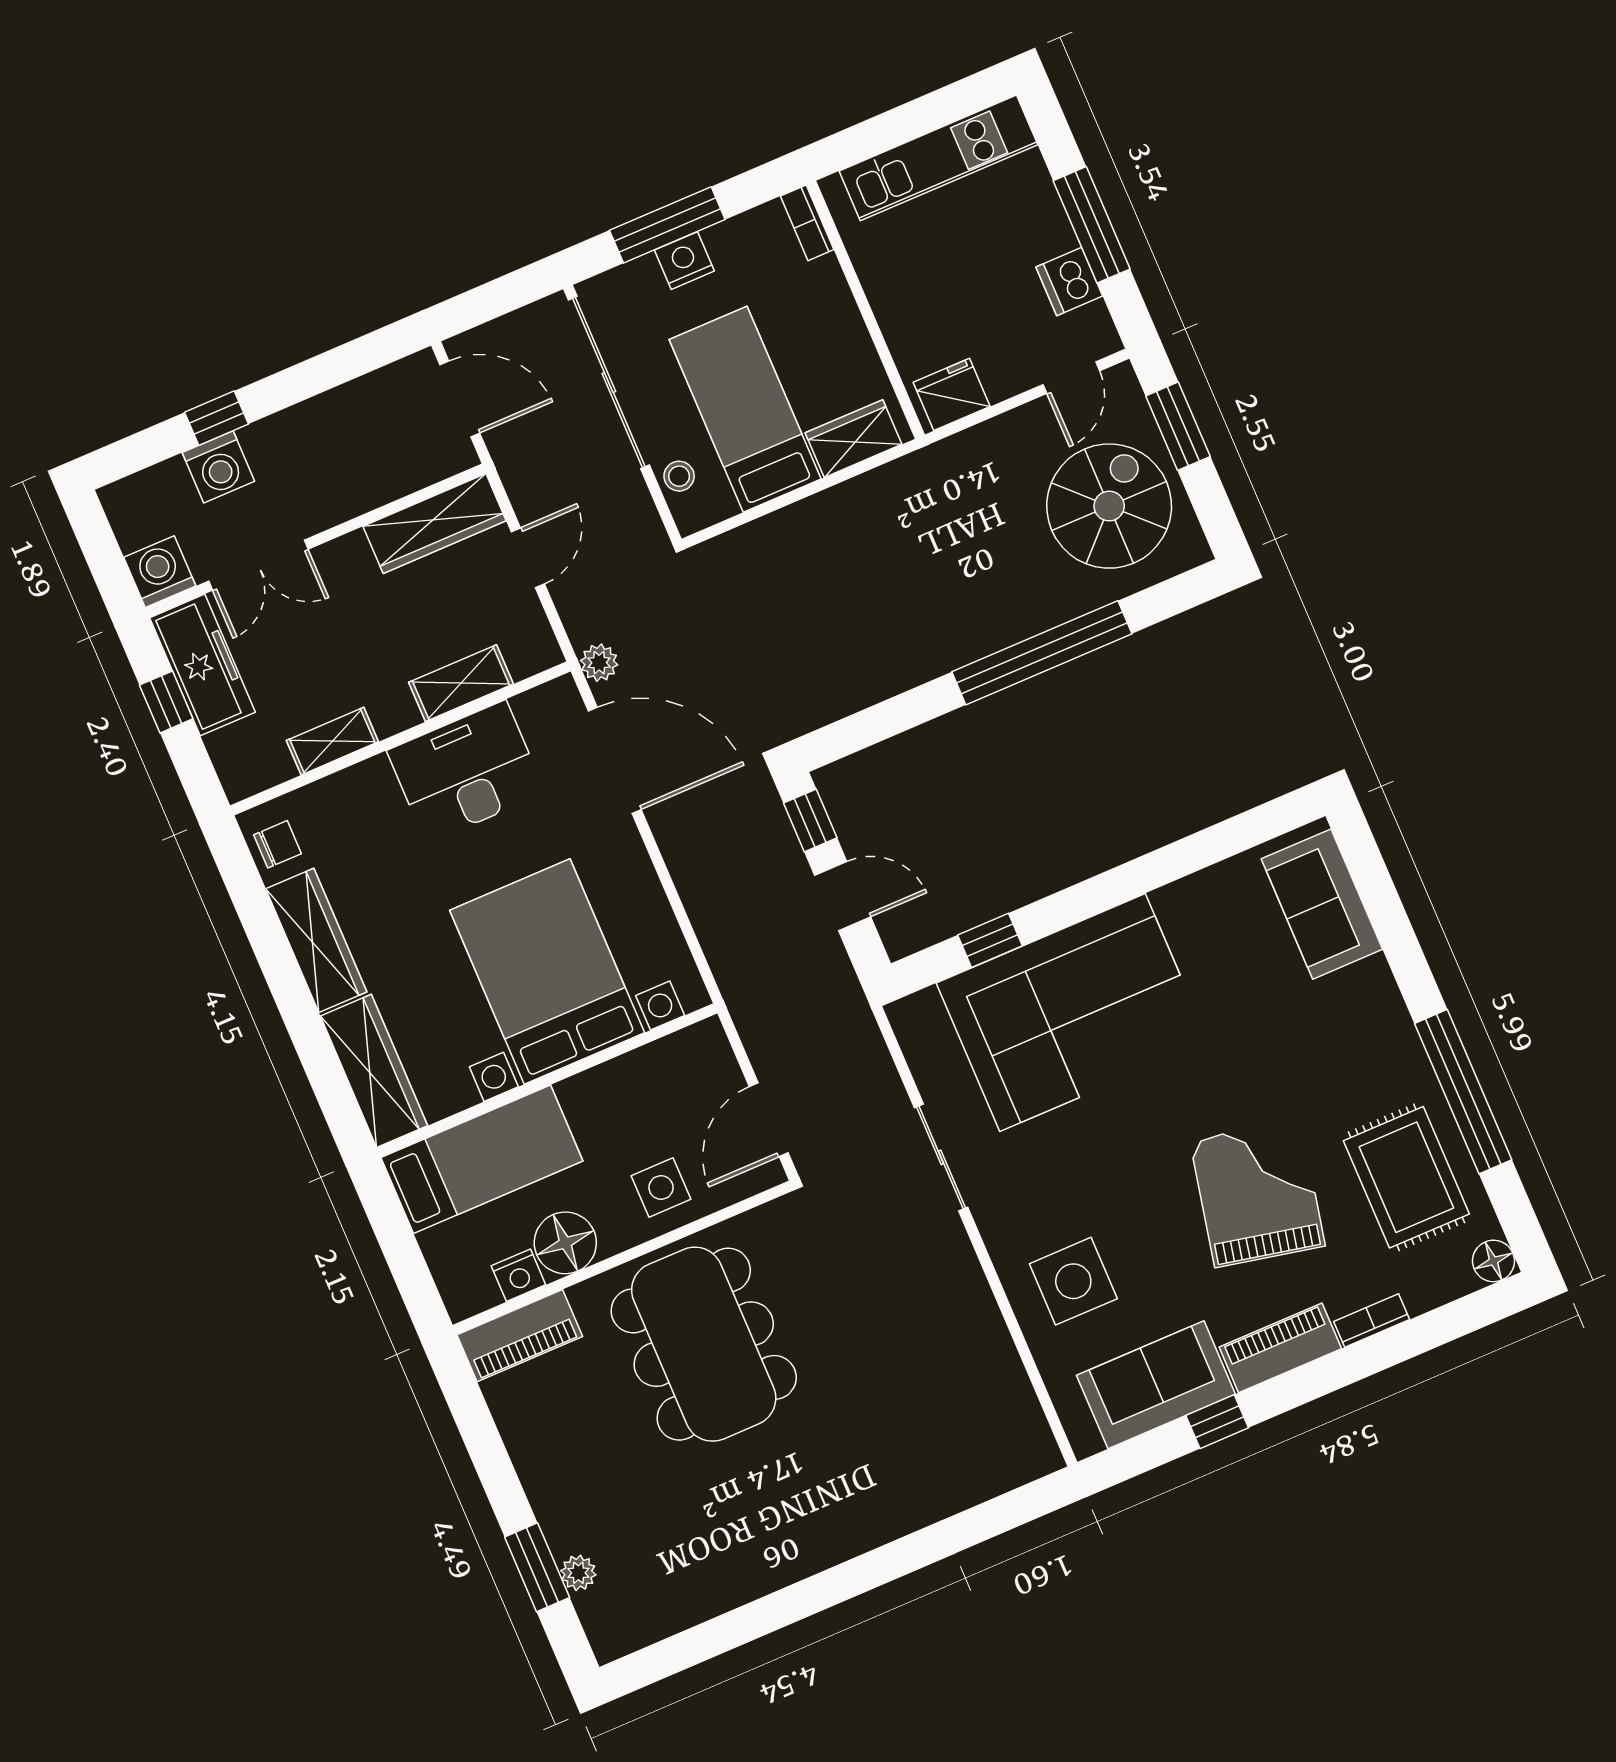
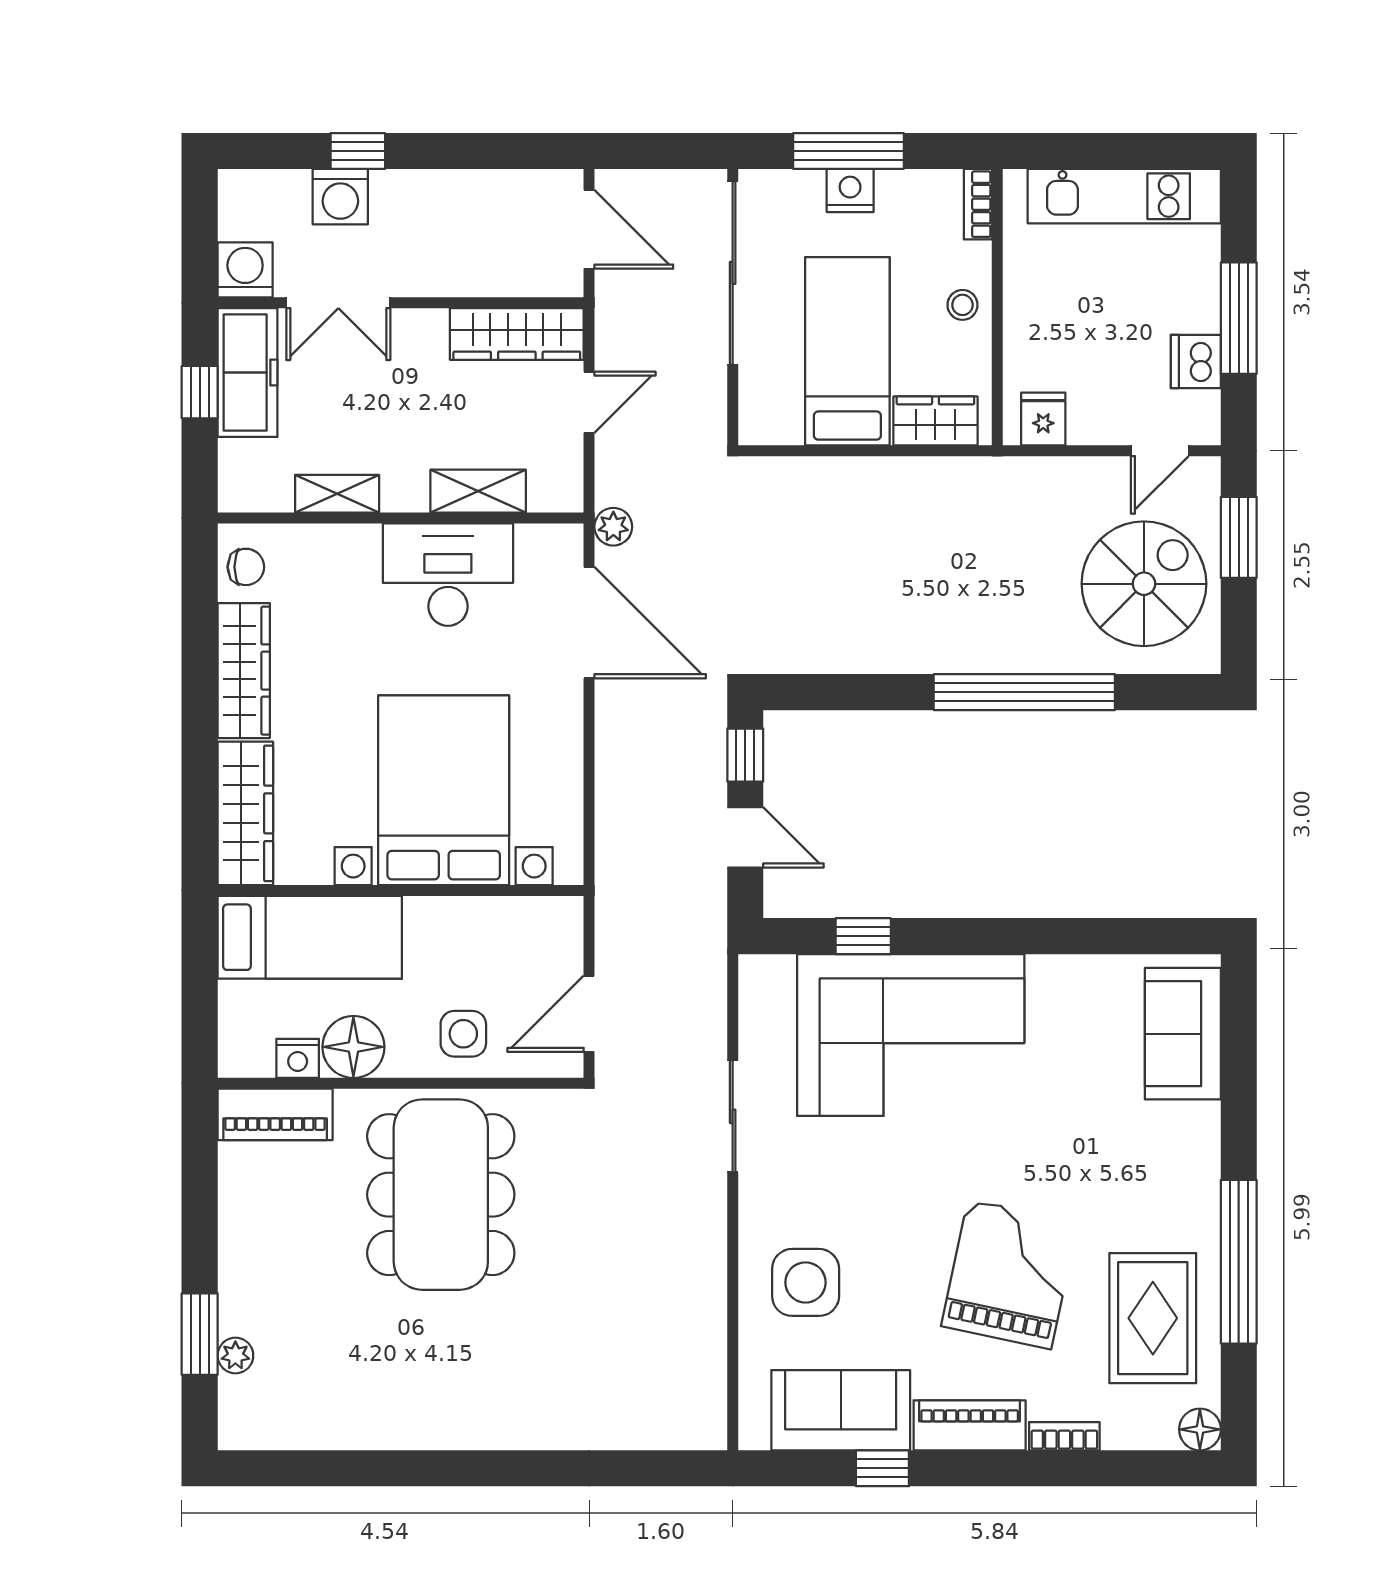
fridge: (952, 394) -> (1043, 419), width x0.72
stool: (679, 476) -> (962, 305), moved

